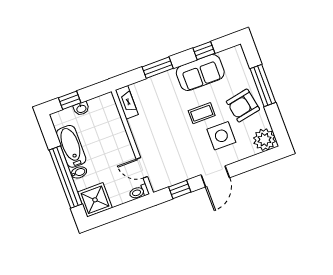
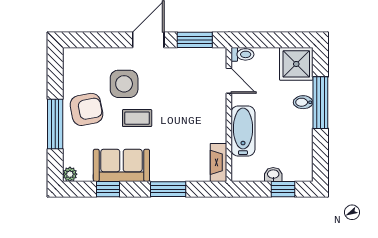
plant: (264, 140) -> (70, 174), moved, width x0.53, depth x0.53
bathtub: (71, 146) -> (243, 131), moved, turned 180
window: (66, 177) -> (320, 103), width x0.68
window: (180, 189) -> (195, 40), width x1.50

